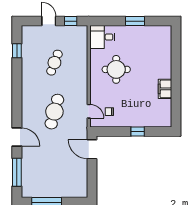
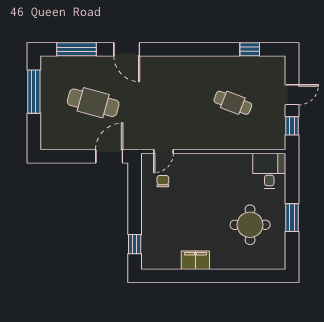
round table: (116, 69) -> (250, 225), moved
cafe table: (54, 112) -> (93, 103), moved
window: (138, 131) -> (135, 244), moved
door: (17, 137) -> (127, 49), hinge flipped

